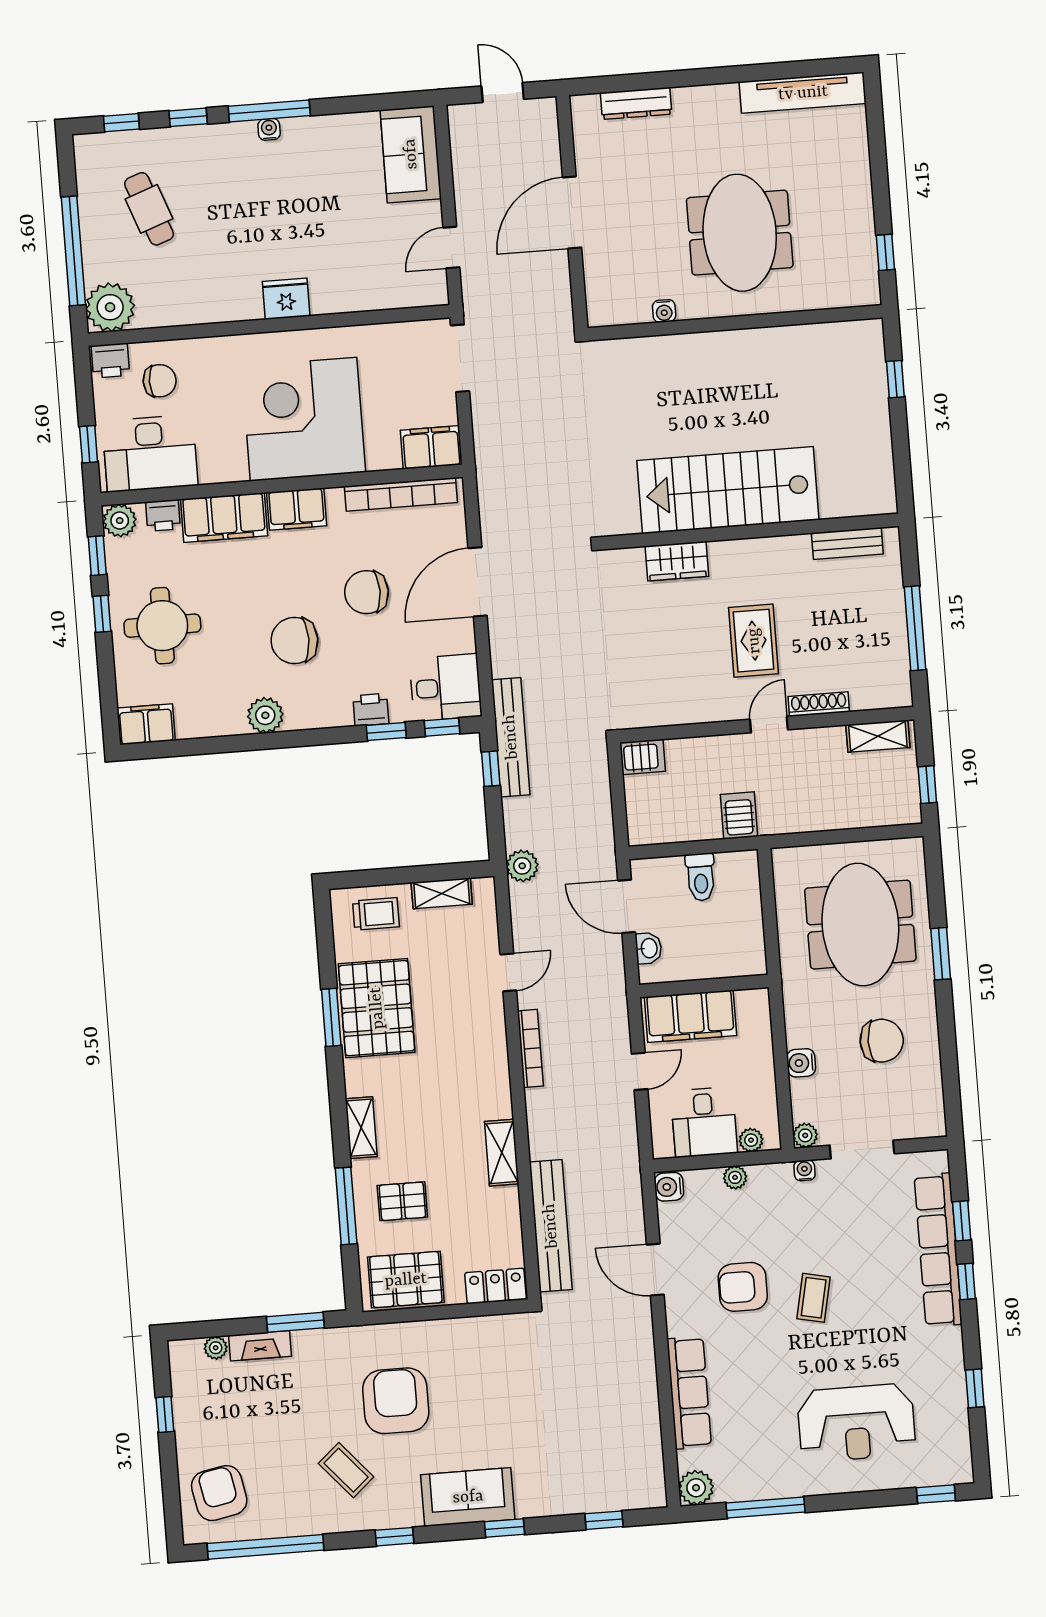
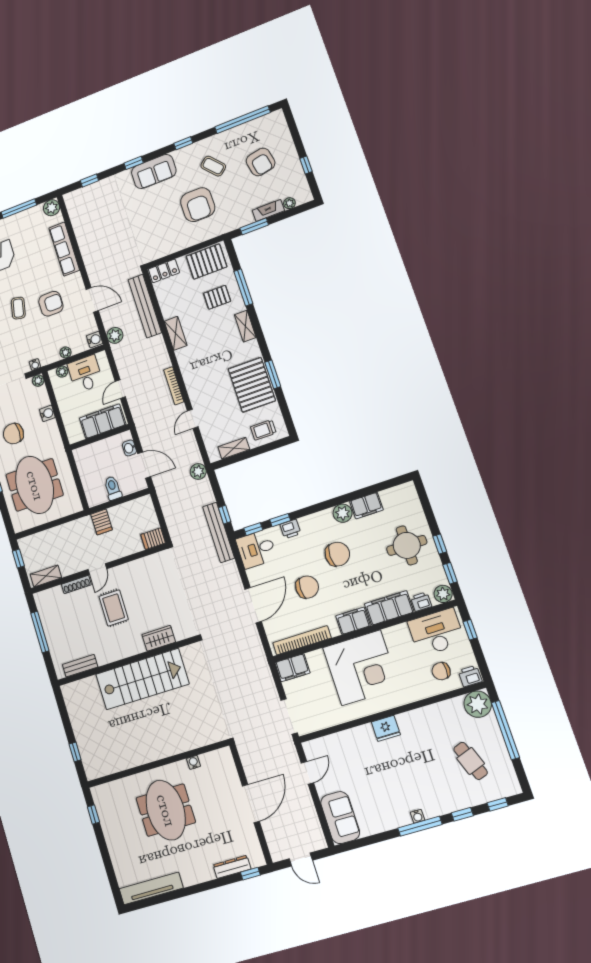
window: (604, 85) -> (250, 874), added
filing cabinet: (146, 724) -> (366, 506), moved
plant: (625, 1183) -> (115, 335), added
armchair: (219, 1493) -> (261, 162), moved

